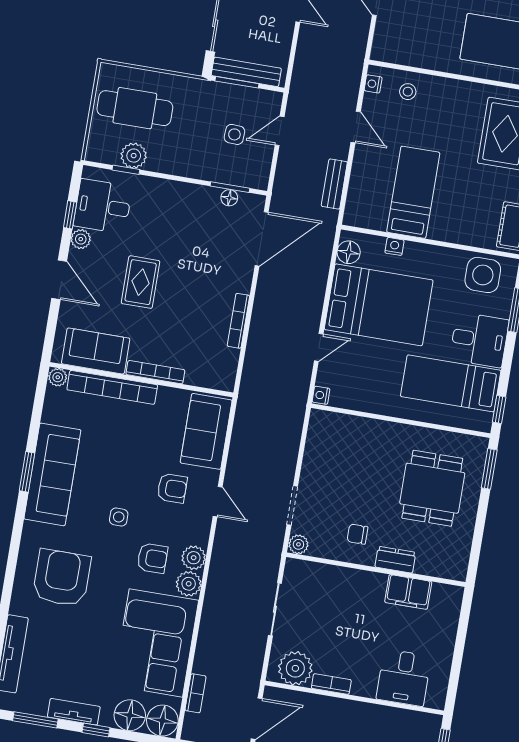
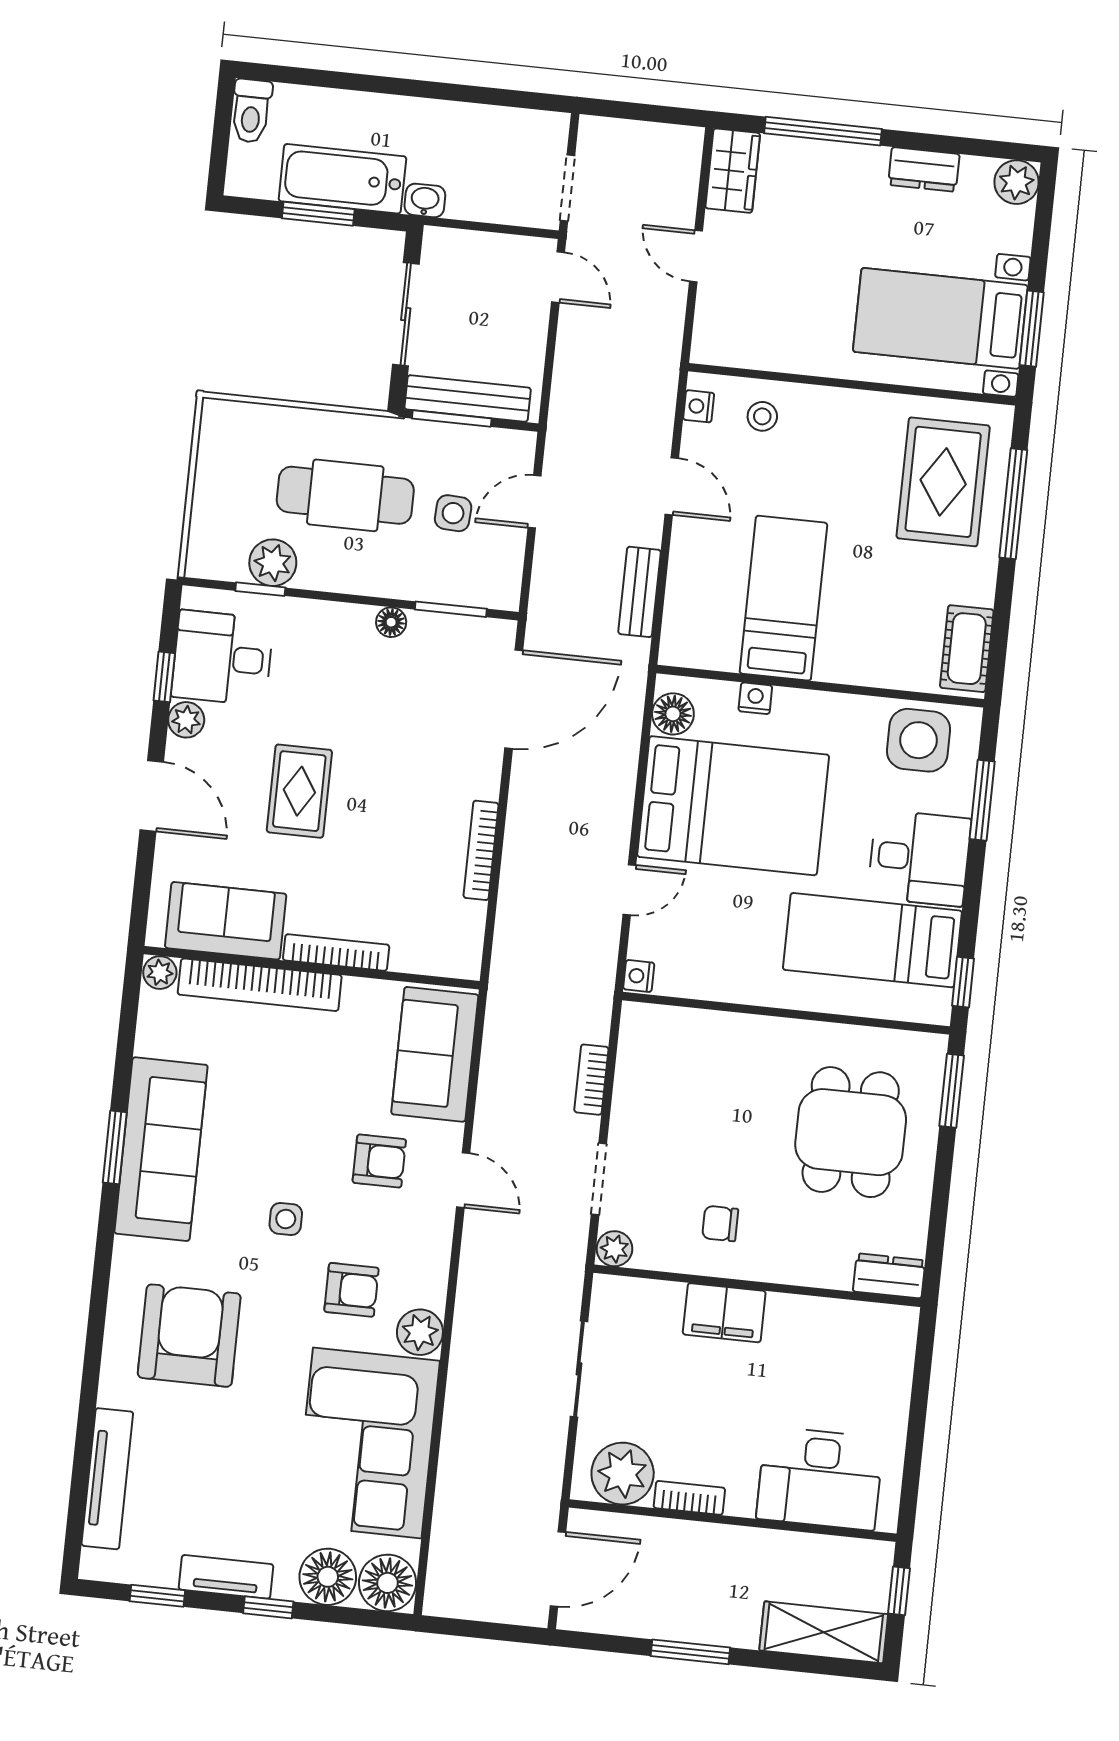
cafe table: (135, 108) -> (345, 495), moved
floor lamp: (229, 198) -> (391, 622), moved
plant: (194, 558) -> (426, 1284), removed
dresser: (395, 560) -> (889, 1276), moved
filing cabinet: (408, 592) -> (724, 1313), moved
desk: (404, 678) -> (820, 1478), width x1.37
bookcase: (196, 693) -> (591, 1080), moved, turned 180
window: (35, 720) -> (157, 1596), width x0.67

